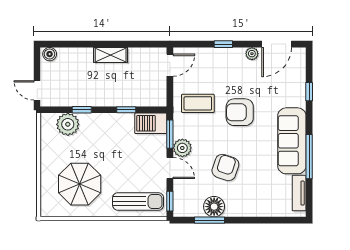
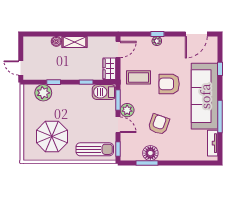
boiler: (50, 54) -> (56, 41), moved
plant: (252, 54) -> (157, 41), moved
wardrobe: (158, 92) -> (109, 69), added
sofa: (292, 141) -> (205, 96), width x1.36, depth x1.27

